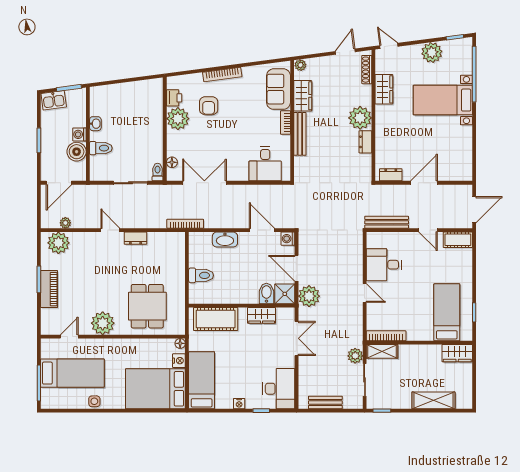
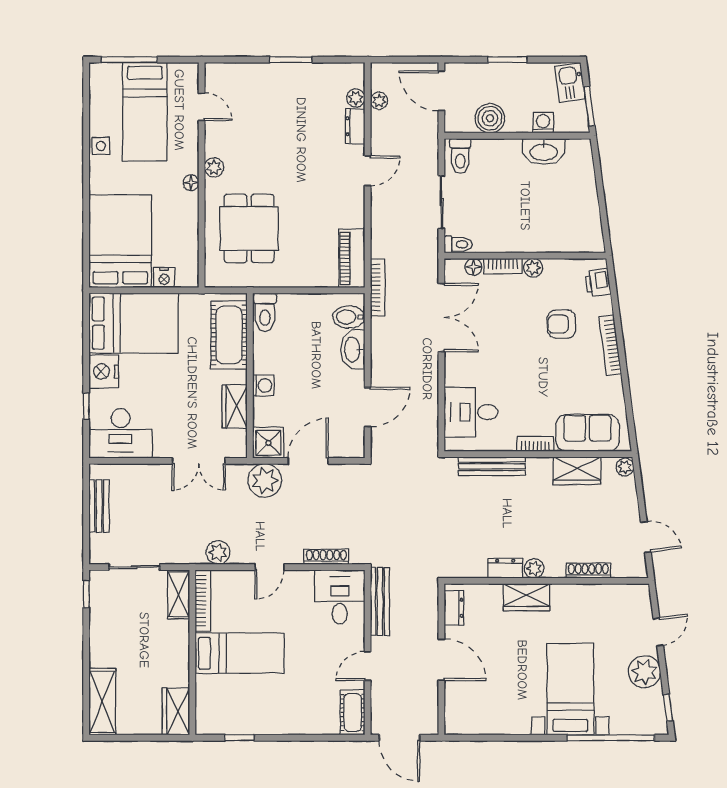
door: (389, 46) -> (658, 632), moved
shoe rack: (367, 70) -> (588, 571), moved
wardrobe: (384, 89) -> (527, 597), moved
printer: (174, 98) -> (598, 283), moved, turned 83
plant: (360, 118) -> (534, 568), width x0.53, depth x0.53
plant: (178, 119) -> (533, 268), width x0.53, depth x0.53
washbasin: (95, 124) -> (544, 152), width x1.91, depth x1.45
washing machine: (79, 134) -> (543, 123), moved
bench: (300, 134) -> (492, 466), moved
bookcase: (171, 143) -> (503, 266), added
toilet: (101, 148) -> (460, 156), moved
dresser: (136, 238) -> (355, 126), moved
washing machine: (288, 239) -> (263, 385), moved, turned 90
plant: (58, 243) -> (356, 98), width x0.53, depth x0.53
shoe rack: (358, 257) -> (326, 557), added
desk: (384, 265) -> (340, 597), moved
toilet: (201, 275) -> (265, 312), moved
piano: (49, 289) -> (352, 258), moved, turned 90
bidet: (266, 293) -> (349, 317), moved, turned 180
dining table: (147, 306) -> (249, 228), turned 90
bed: (447, 312) -> (240, 653), moved
plant: (103, 323) -> (214, 167), width x0.53, depth x0.53
floor lamp: (180, 343) -> (191, 183), moved
plant: (355, 356) -> (218, 552), moved
bed: (202, 380) -> (134, 323), width x1.50
shelving: (433, 400) -> (102, 702), moved
nightstand: (239, 404) -> (104, 372), width x1.89, depth x1.79

